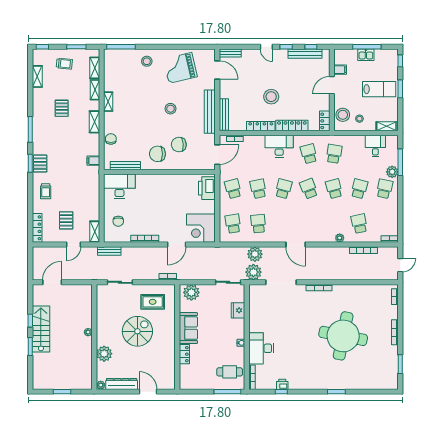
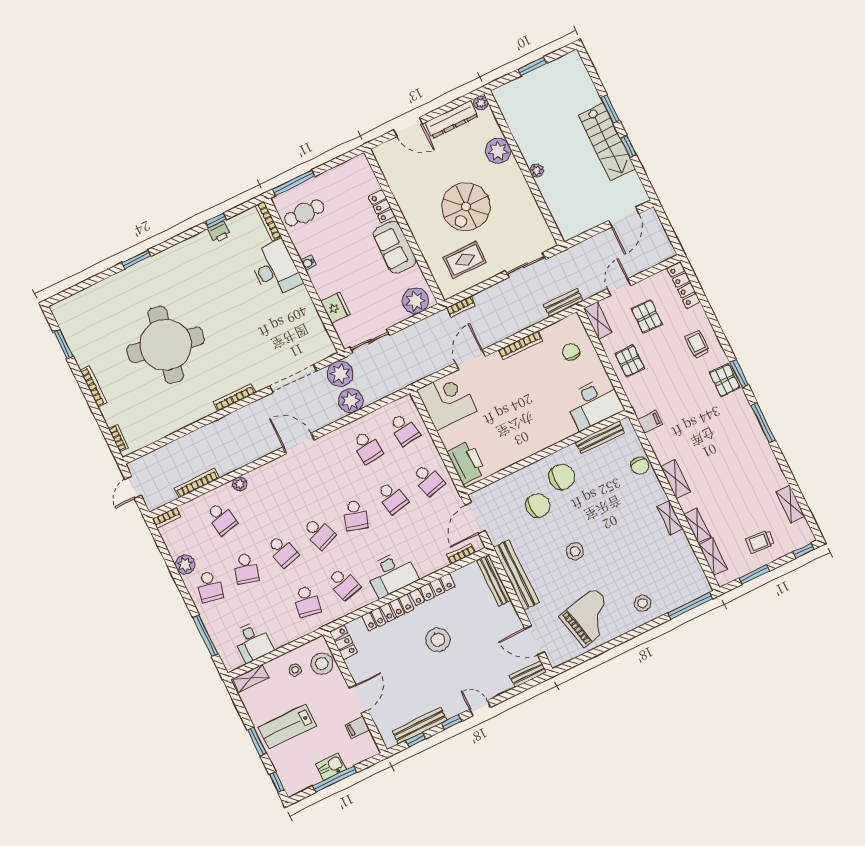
pallet: (62, 108) -> (630, 361), moved
plant: (392, 172) -> (185, 565), moved

